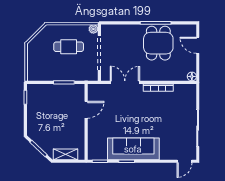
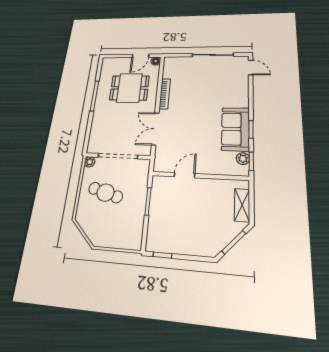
dining table: (158, 43) -> (129, 88), moved
door: (198, 45) -> (141, 56), moved
cafe table: (69, 47) -> (105, 193), turned -74
door: (86, 110) -> (185, 175), hinge flipped
sofa: (133, 149) -> (235, 129), width x0.73
plant: (102, 155) -> (243, 159), added

